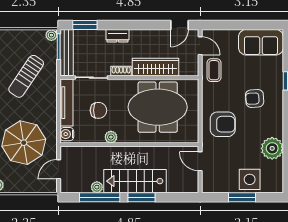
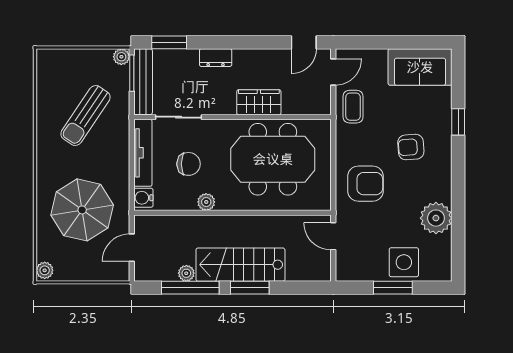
door: (200, 46) -> (333, 72), hinge flipped
wardrobe: (156, 67) -> (259, 102), width x0.67
shoe rack: (121, 71) -> (221, 108), removed

